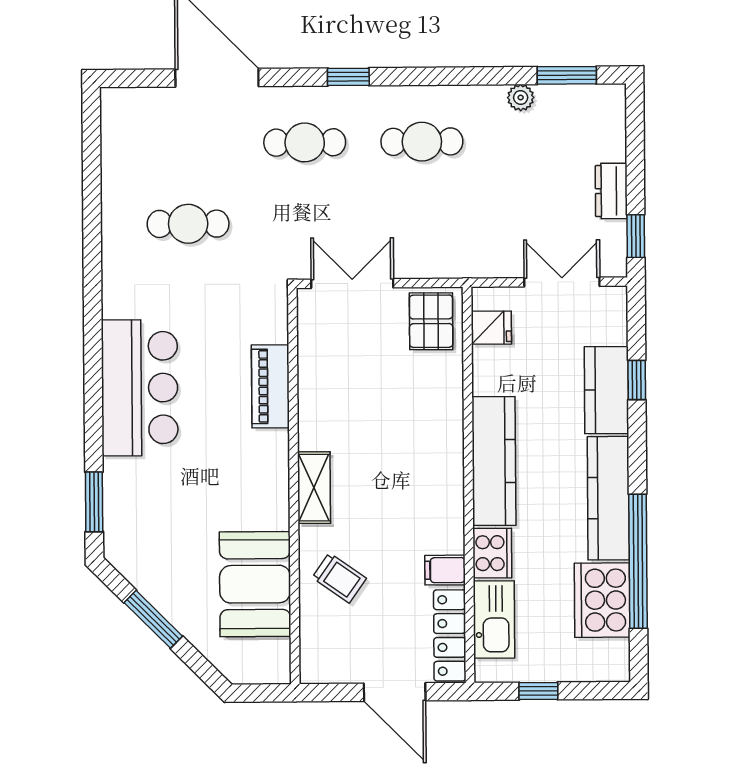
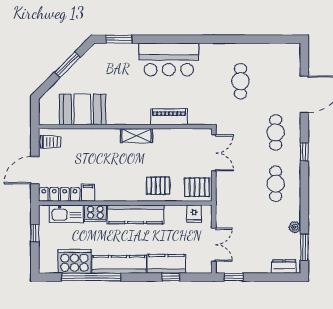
dresser: (611, 191) -> (284, 266), moved
pallet: (428, 410) -> (158, 186), added
shelving: (314, 488) -> (137, 135), moved
trolley: (339, 578) -> (50, 142), moved, turned -125

